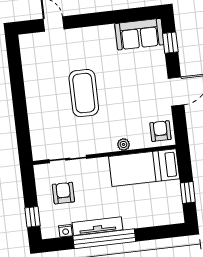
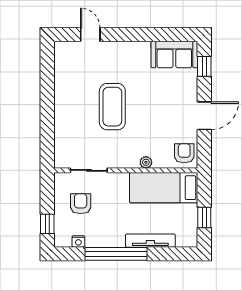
tv unit: (97, 226) -> (150, 241), moved

